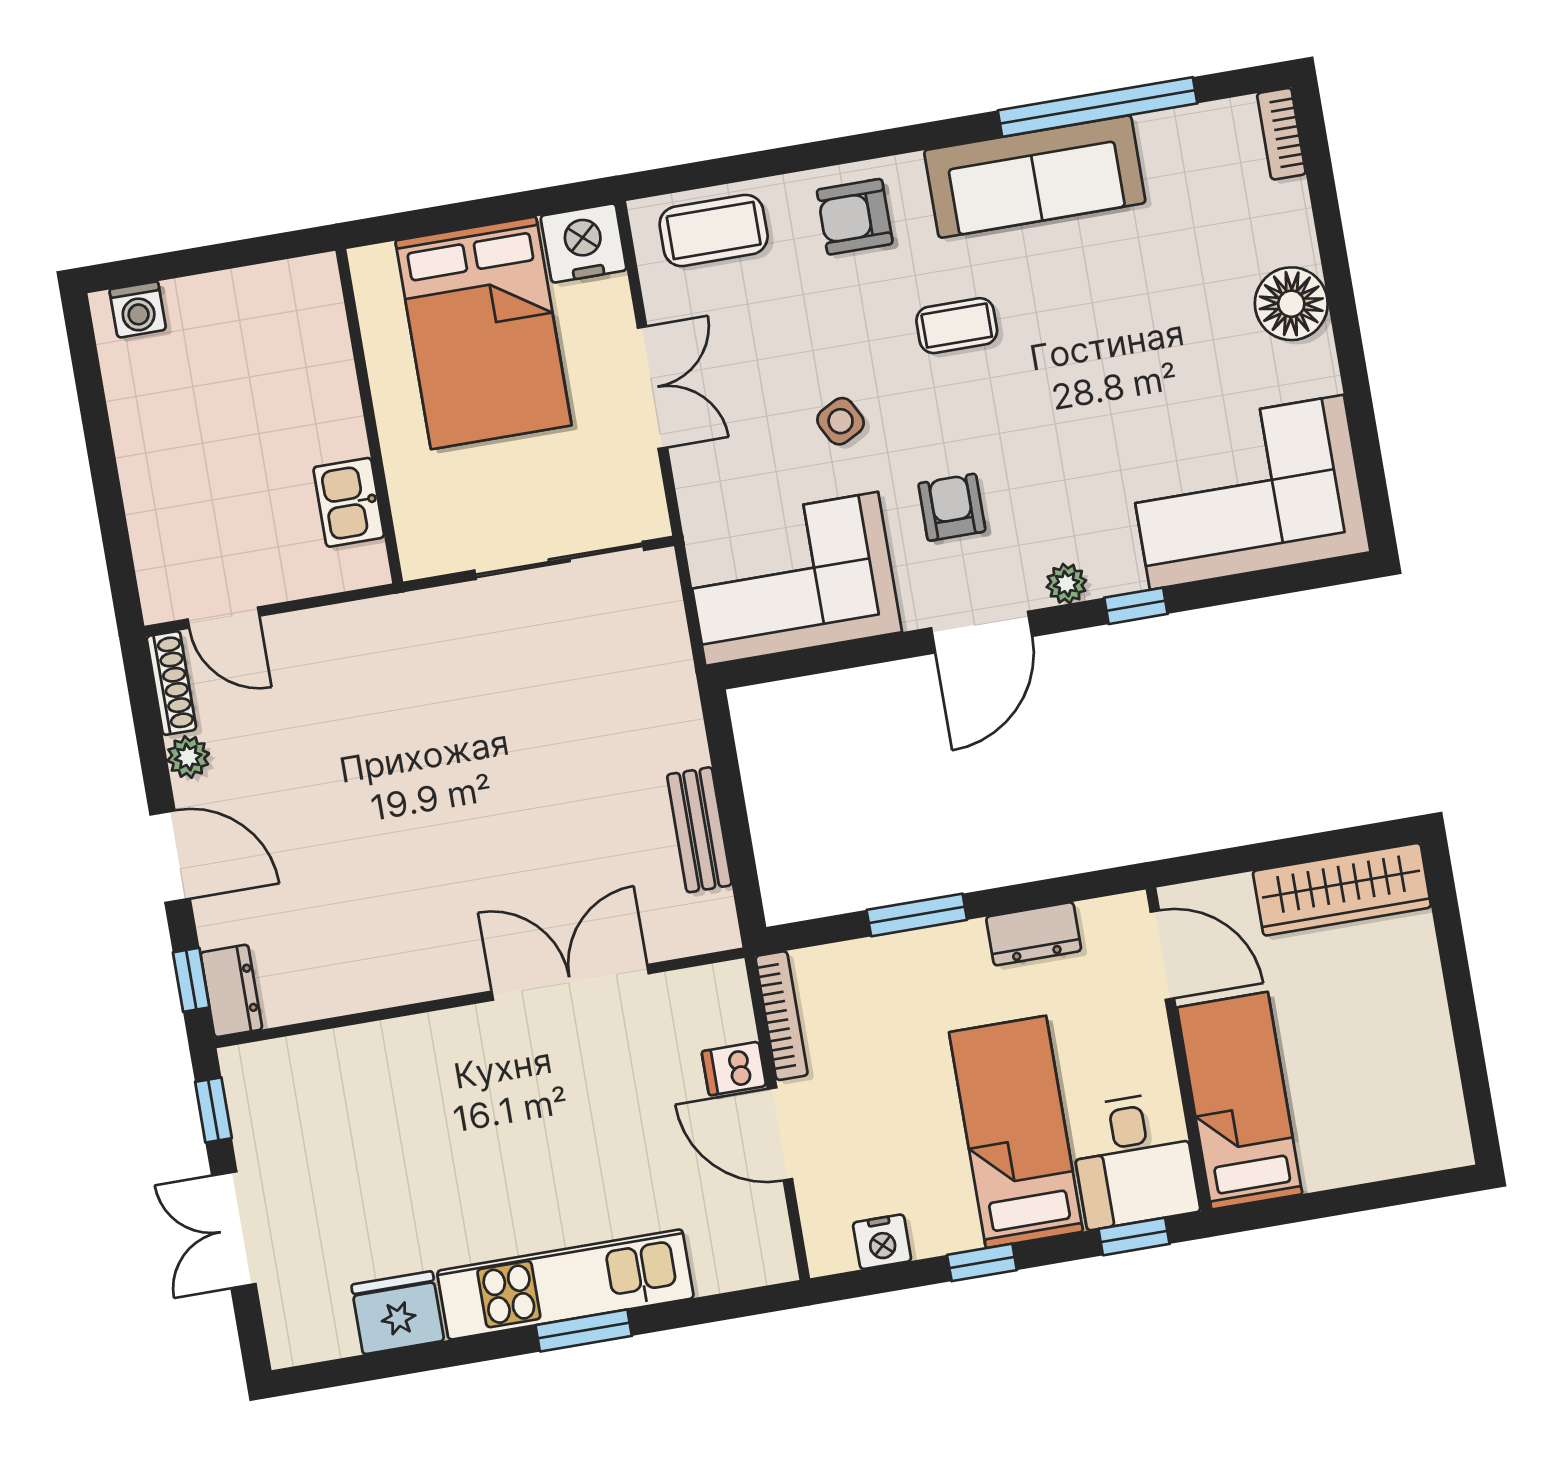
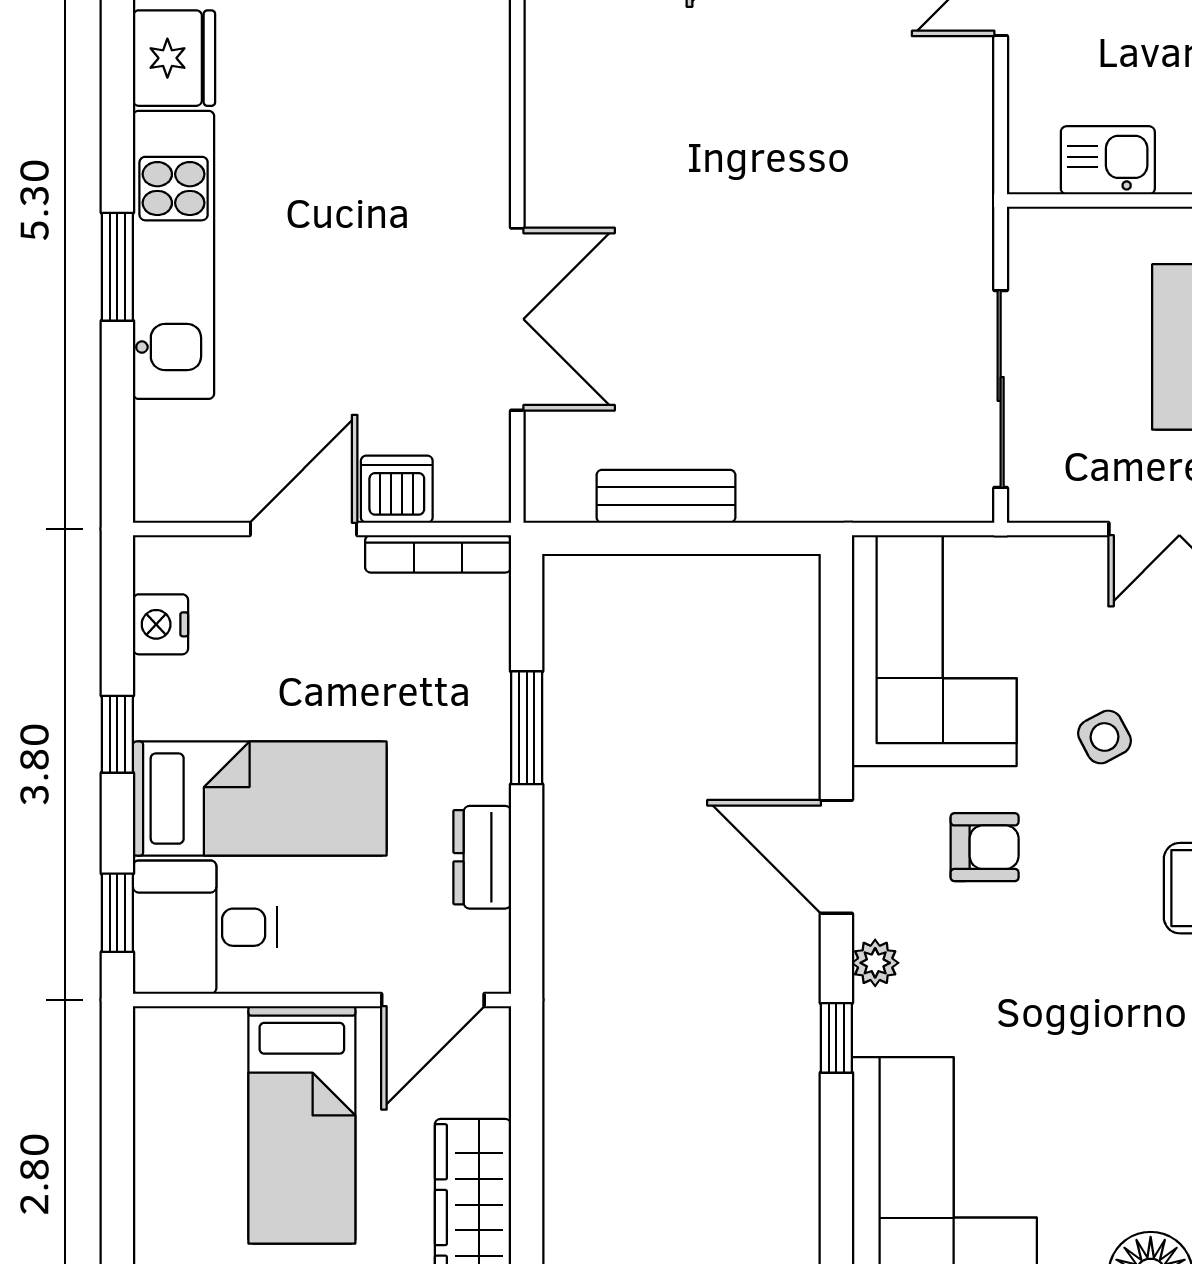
dishwasher: (734, 1069) -> (397, 489), width x1.38
bed: (1240, 1101) -> (302, 1125), moved, turned 90

